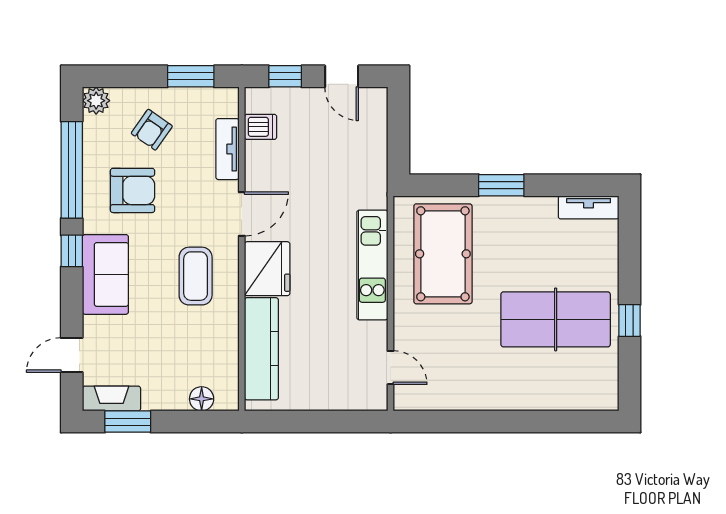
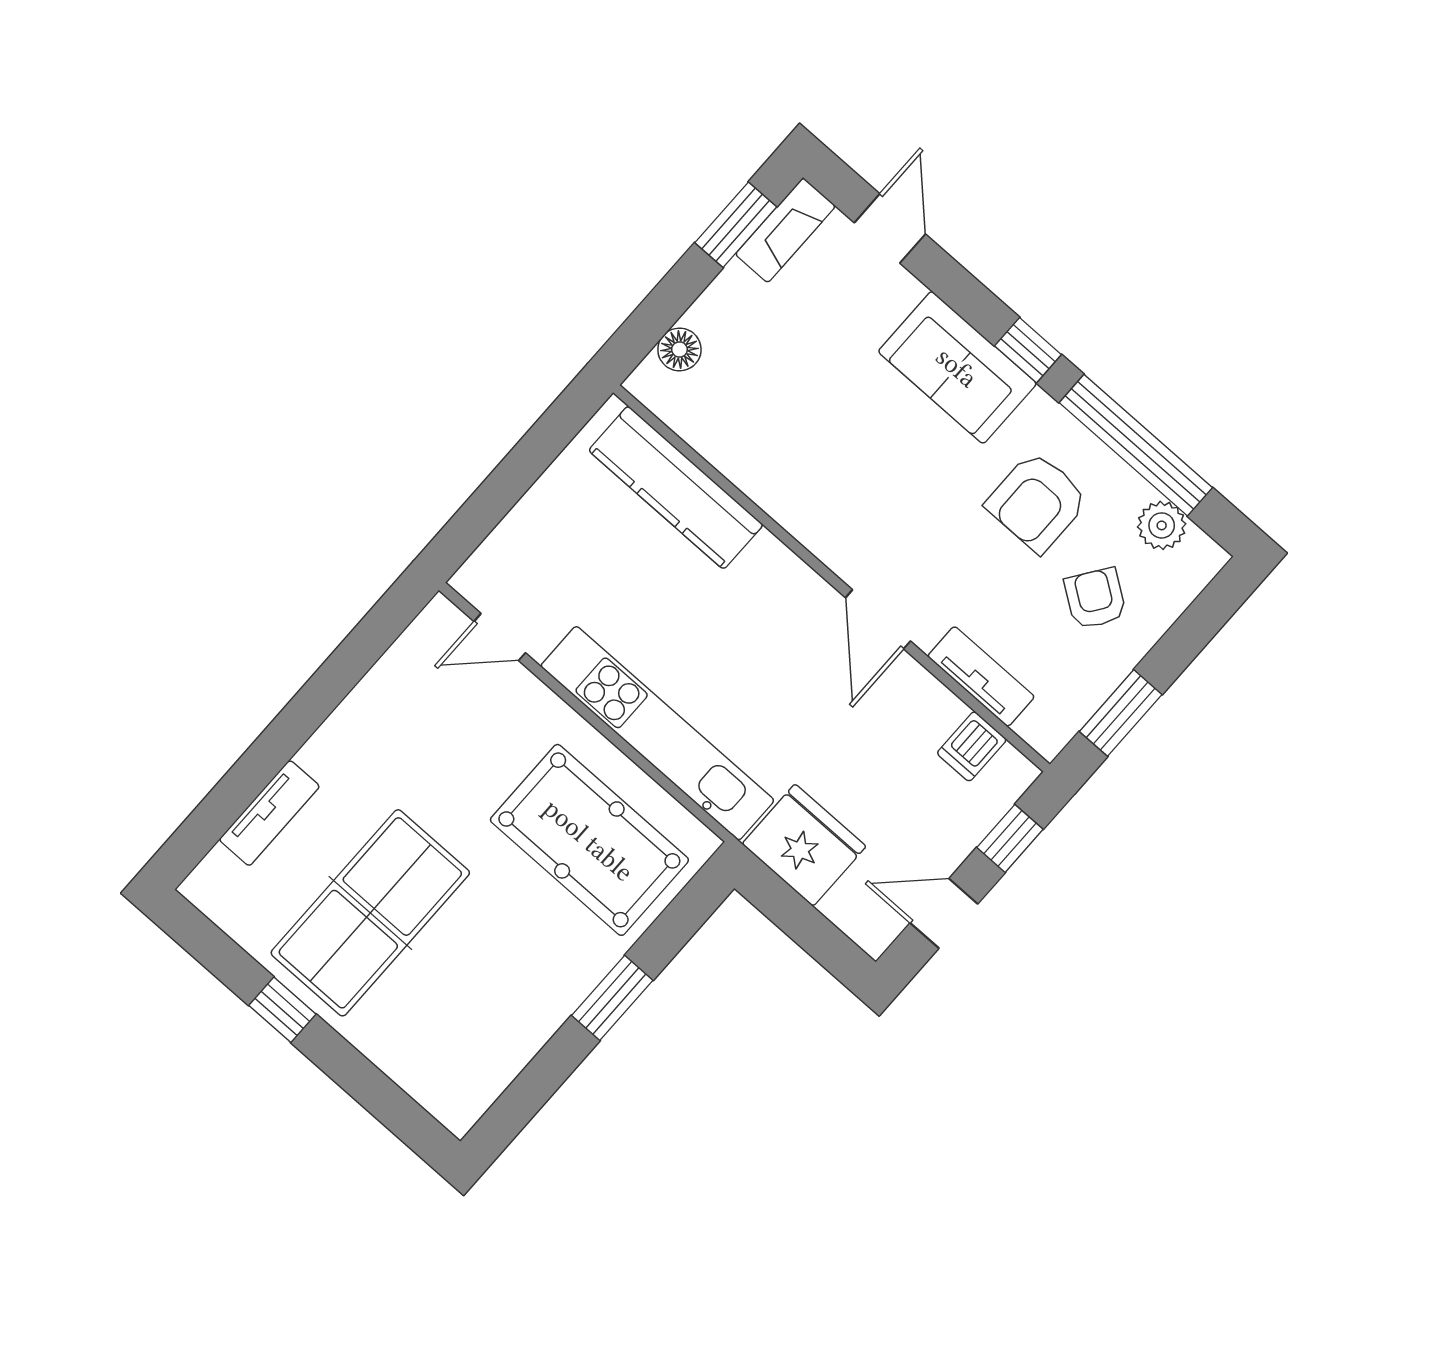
plant: (96, 101) -> (1162, 525), moved
tv unit: (589, 207) -> (269, 813), moved, turned 180
kitchen unit: (372, 265) -> (657, 733), width x1.36
fridge: (267, 269) -> (804, 845), moved, turned 180
coffee table: (196, 276) -> (850, 485), removed

